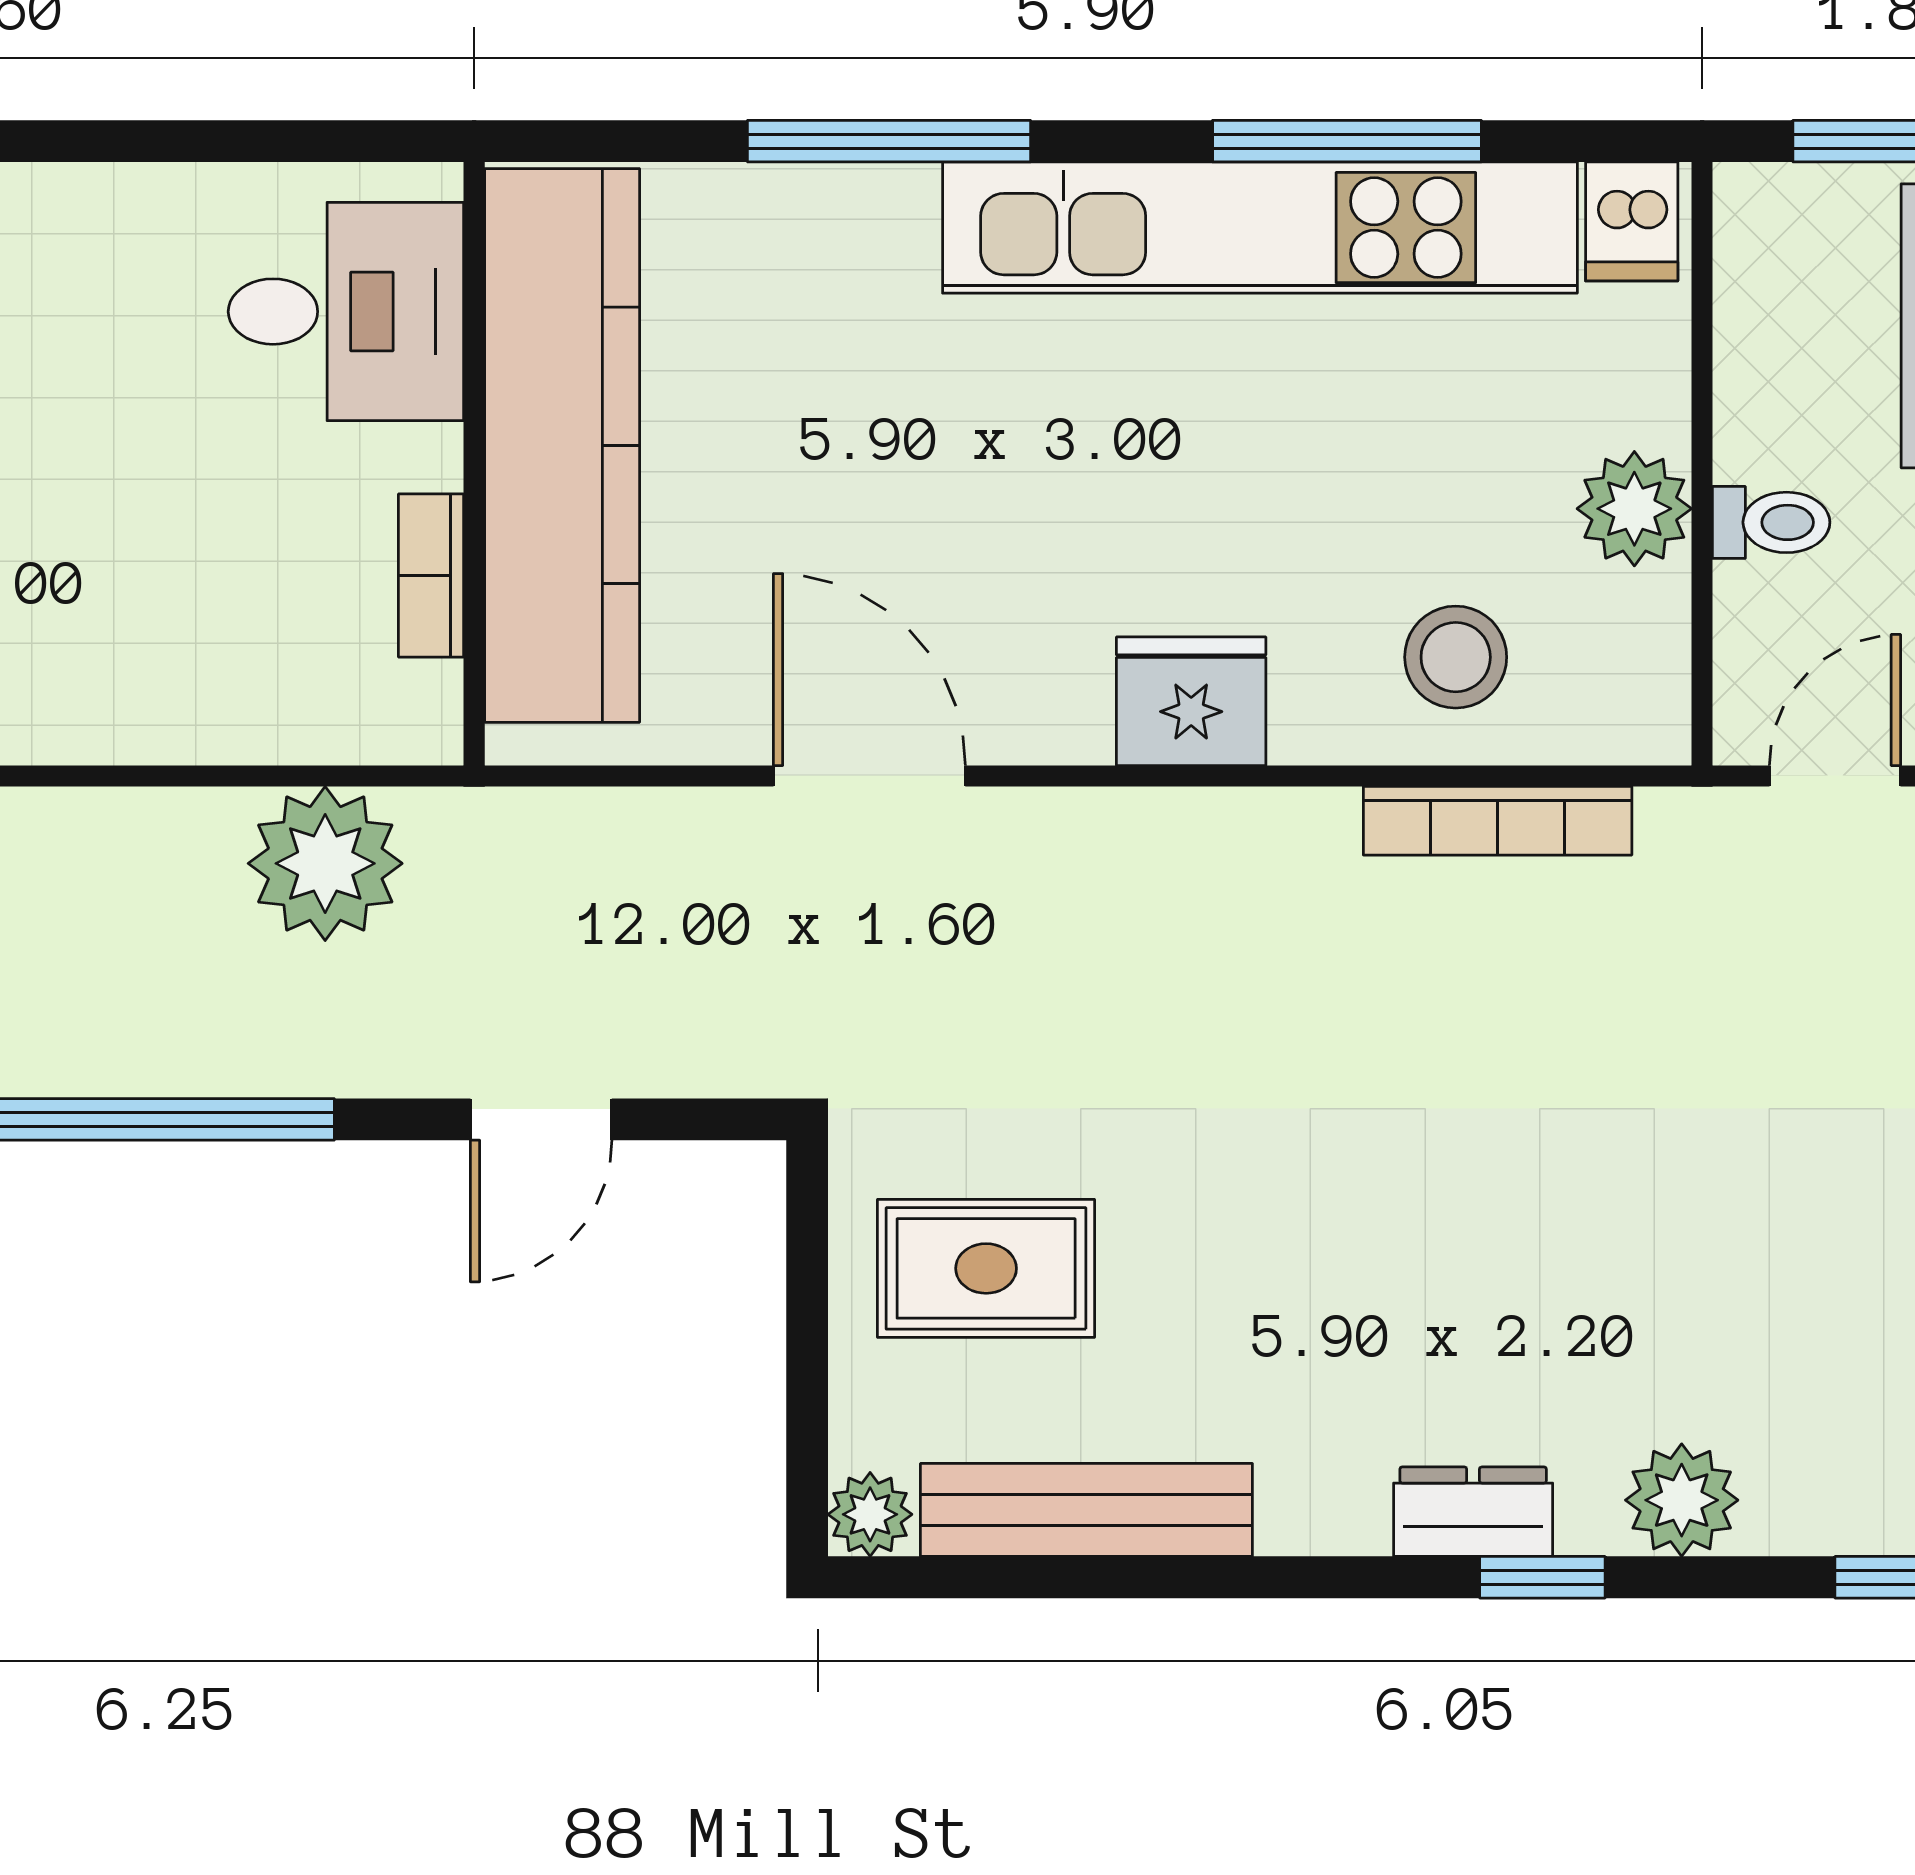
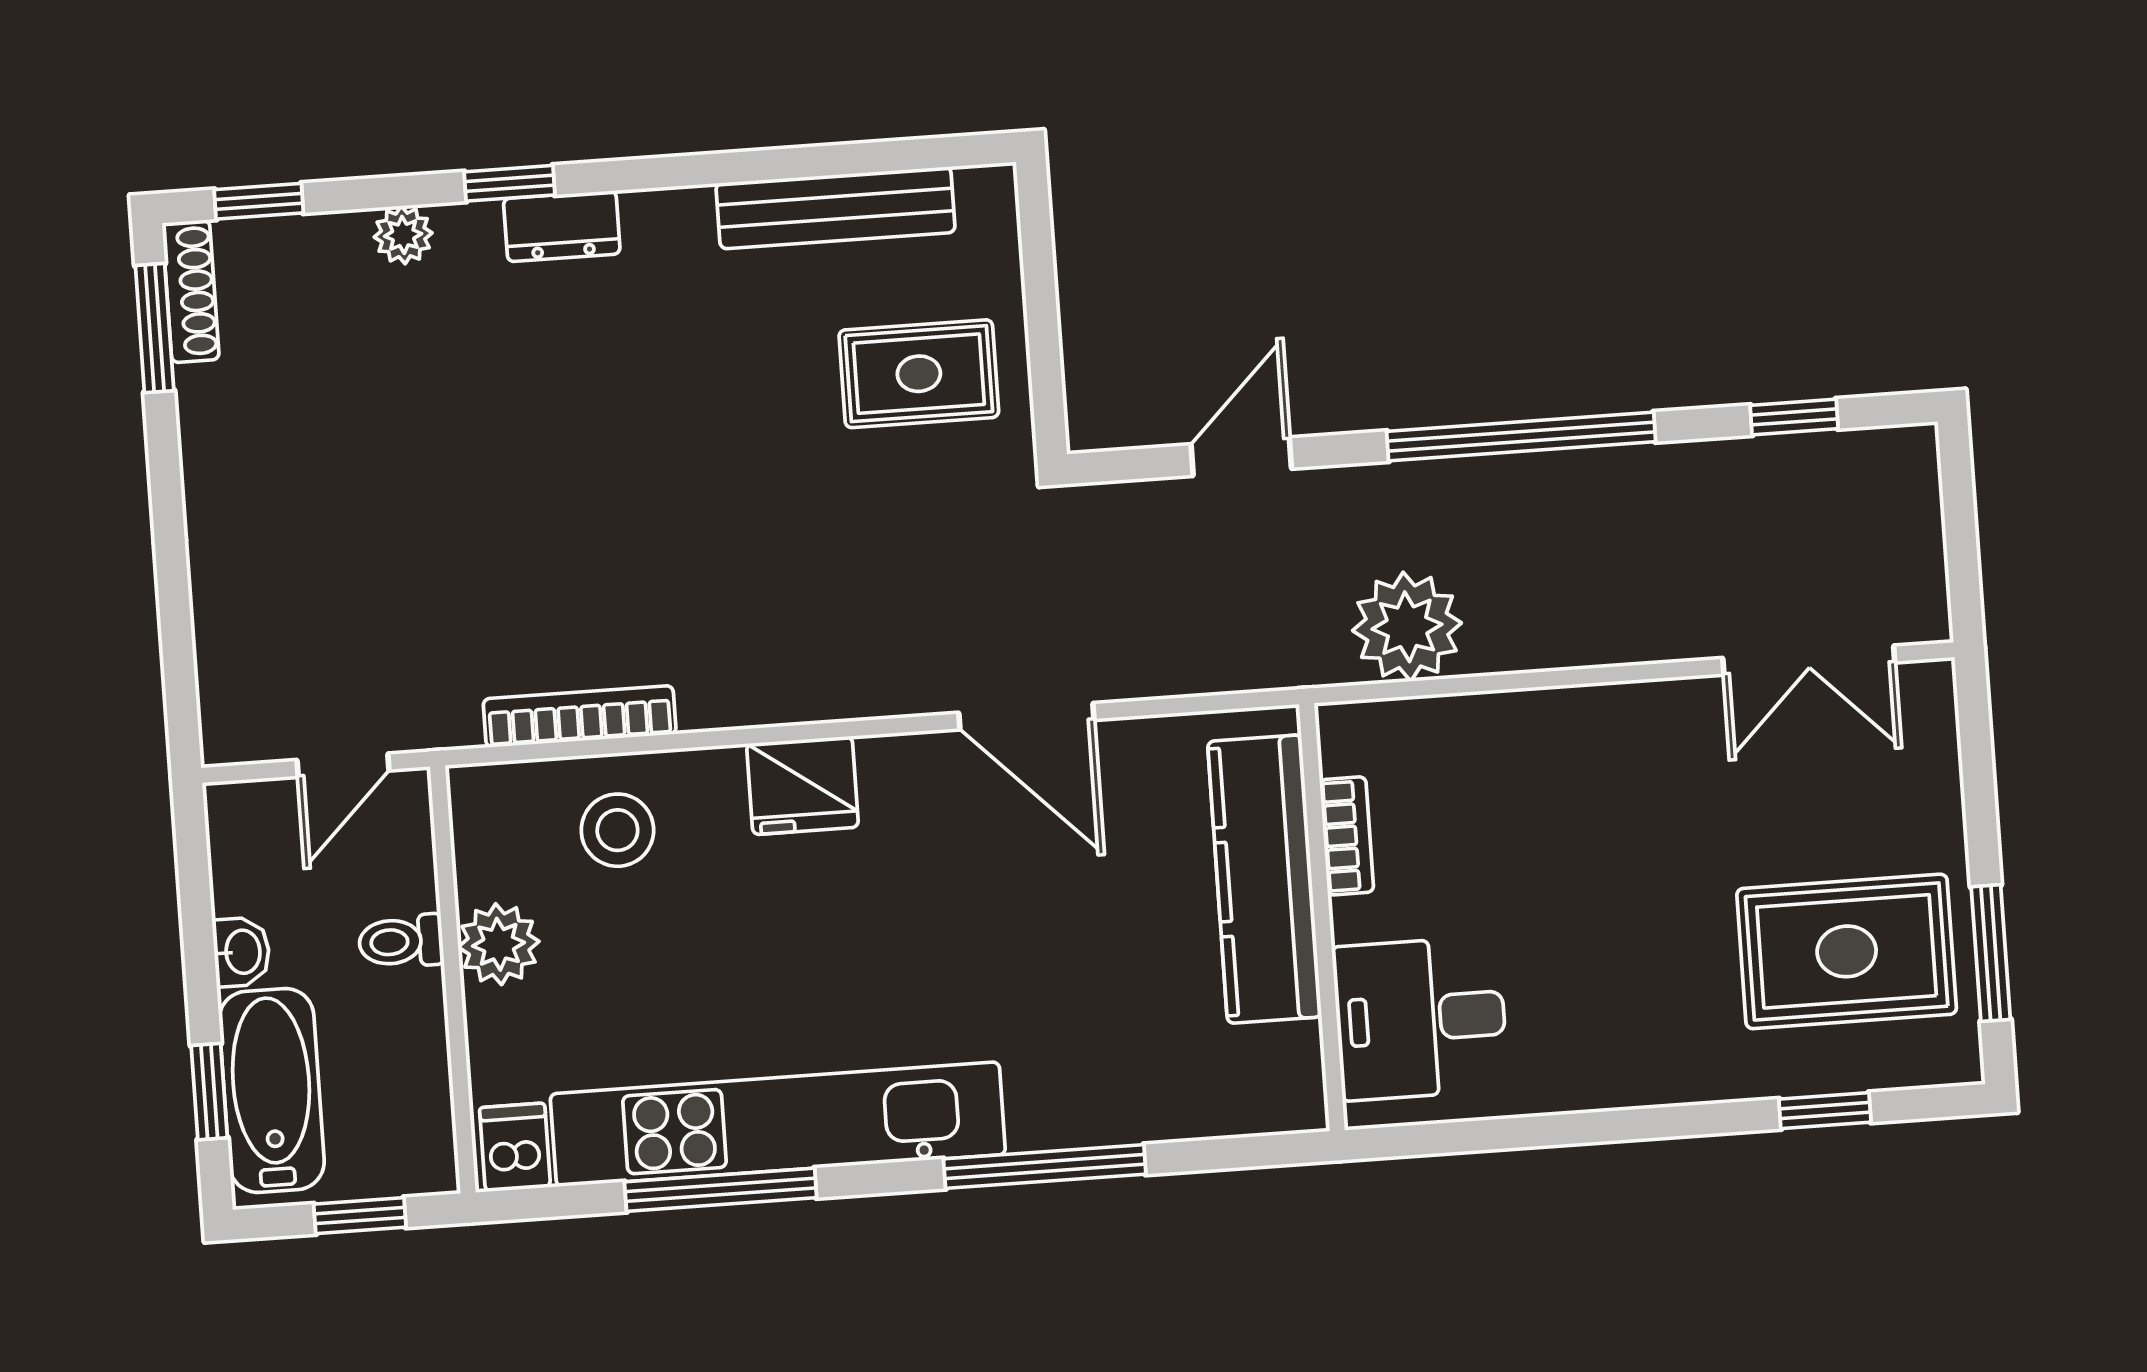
kitchen counter: (562, 445) -> (1265, 879), width x0.72, depth x0.86
plant: (1682, 1500) -> (403, 235), width x0.73, depth x0.73
plant: (870, 1514) -> (988, 194), removed

